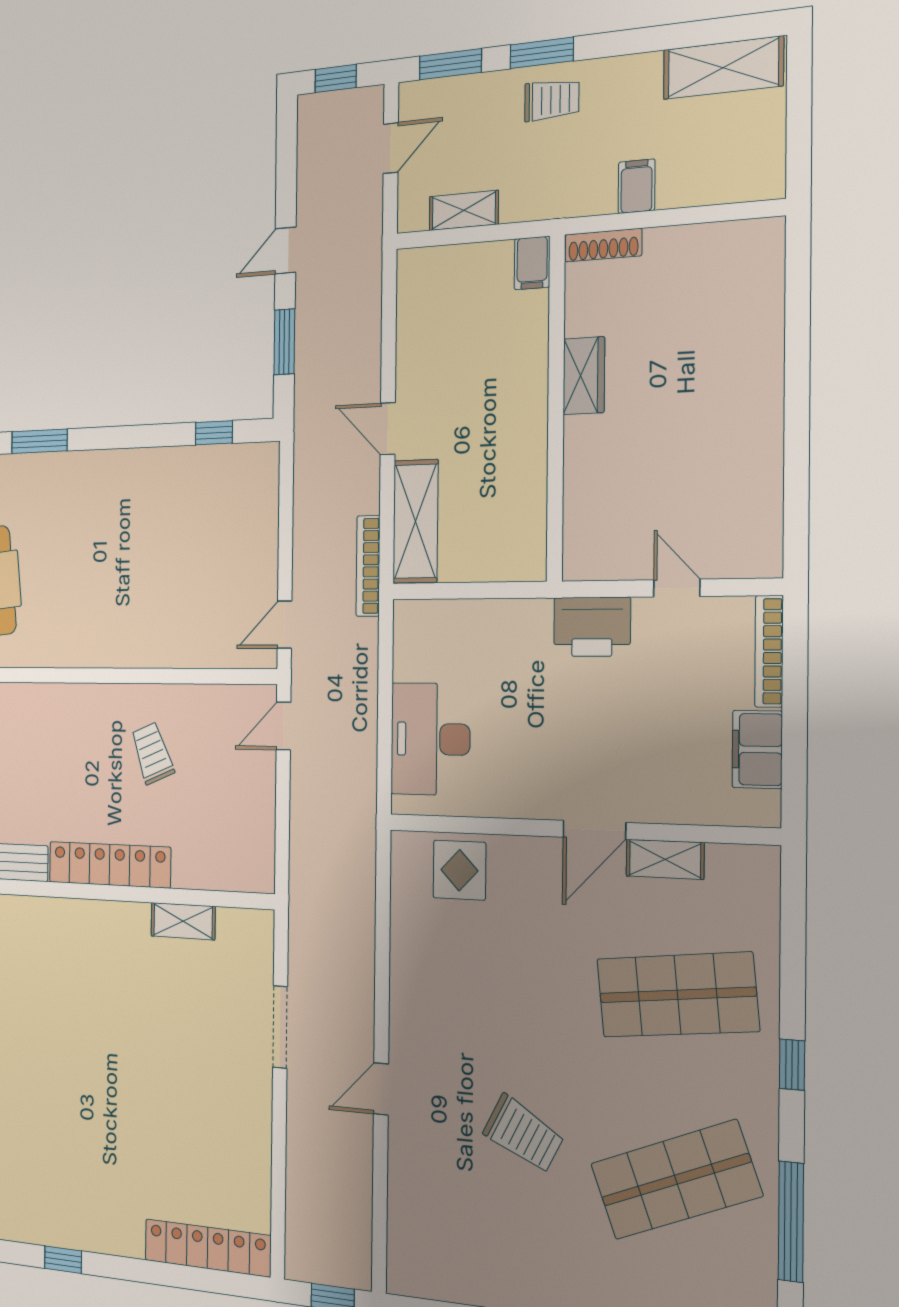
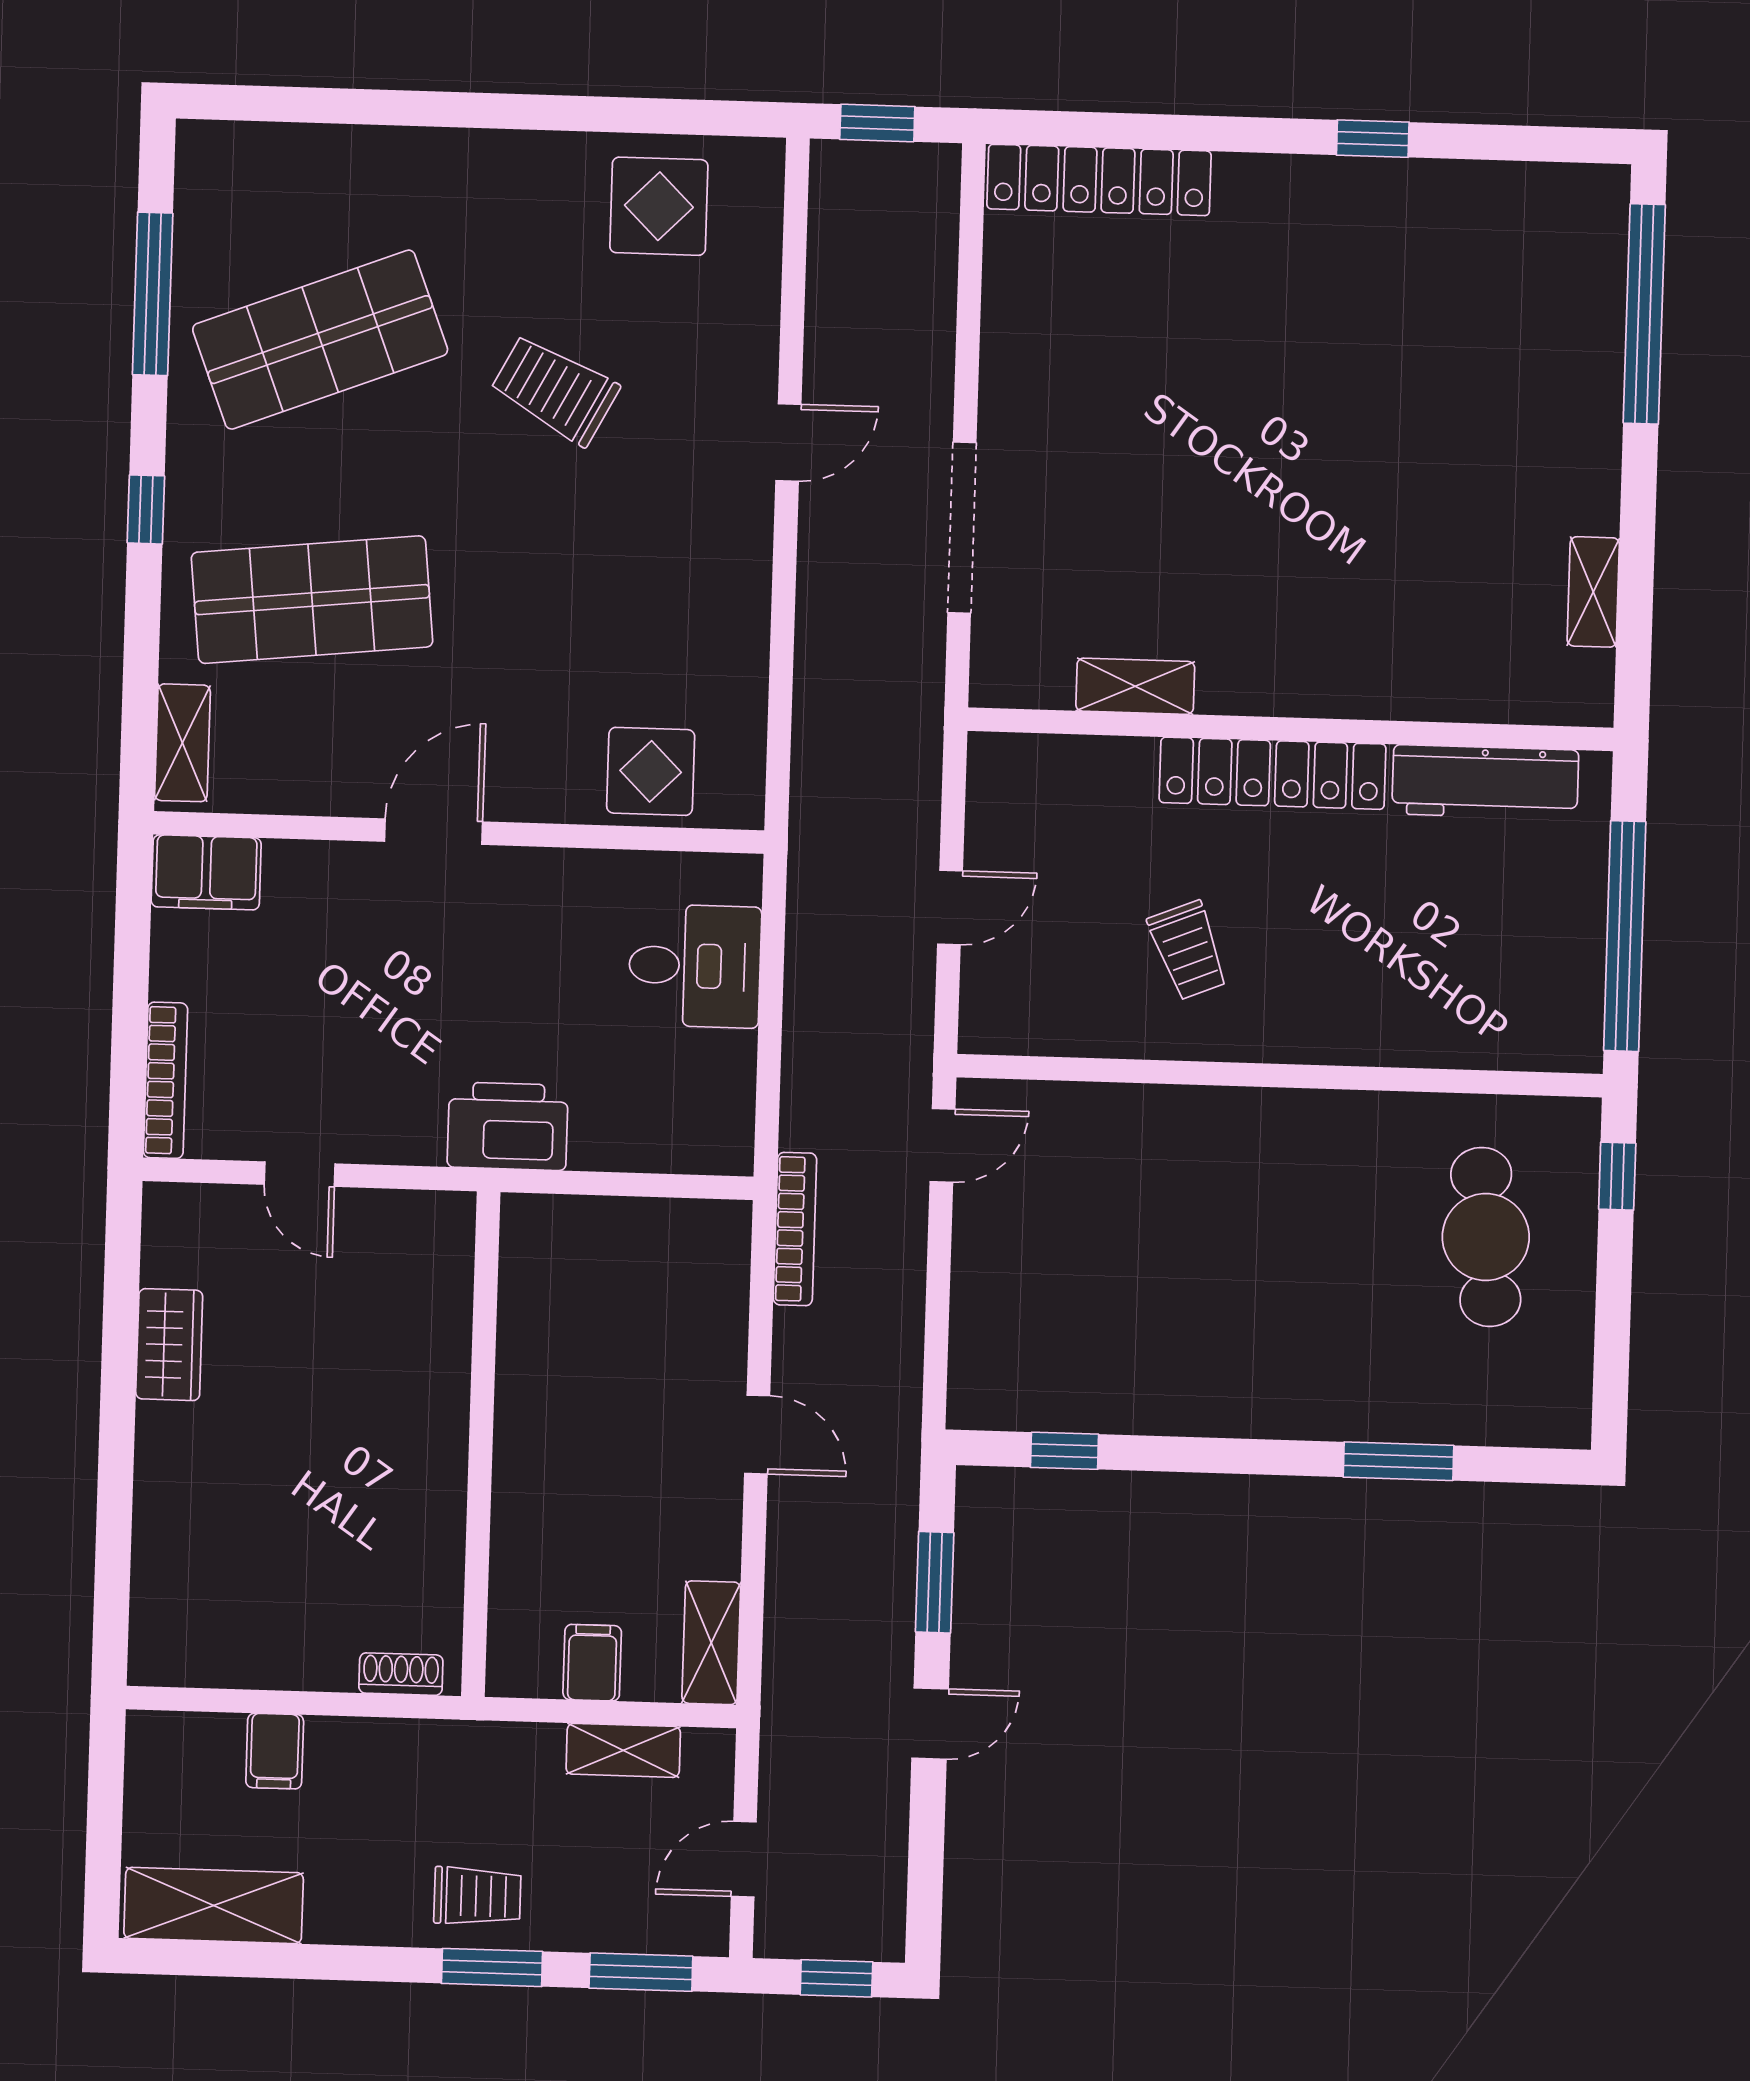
trolley: (552, 100) -> (477, 1896), turned 180
filing cabinet: (637, 186) -> (275, 1751), moved
shoe rack: (603, 245) -> (401, 1674), width x0.70
filing cabinet: (532, 263) -> (592, 1663), moved
wardrobe: (584, 376) -> (169, 1345), moved, turned 180
shelving: (416, 521) -> (711, 1643), moved, width x0.67, depth x0.75
printer: (592, 627) -> (508, 1126), moved
door: (283, 726) -> (950, 908), moved
desk: (430, 739) -> (695, 966), width x0.73
filing cabinet: (757, 749) -> (206, 872), moved, turned 90
shelving: (665, 859) -> (182, 743), moved, turned 90
doorway: (280, 1027) -> (962, 528), width x1.36
display table: (461, 1255) -> (659, 206), added

